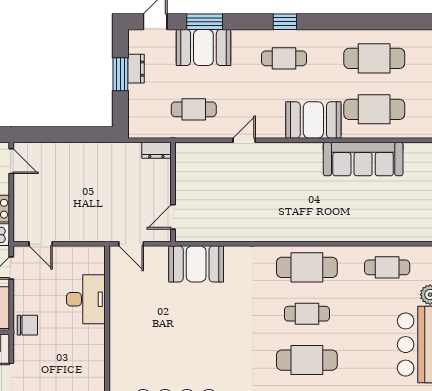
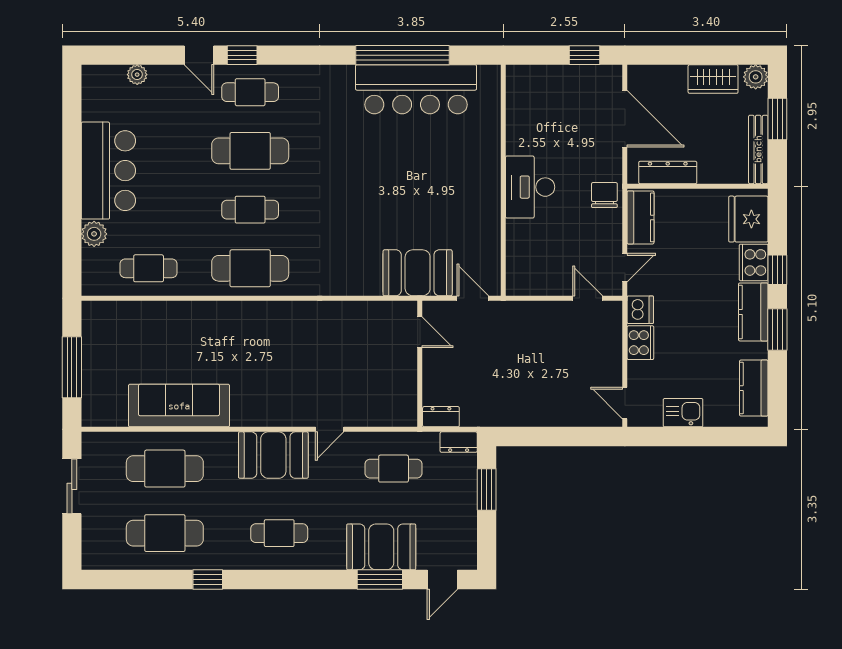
window: (285, 22) -> (208, 580), moved
dresser: (136, 69) -> (459, 442), moved, turned -90
window: (120, 74) -> (487, 490), moved
booth: (313, 120) -> (273, 455), moved
door: (173, 217) -> (420, 332), hinge flipped
booth: (196, 264) -> (418, 273), moved
desk: (86, 299) -> (530, 187), moved
chair: (27, 325) -> (604, 195), turned 90

